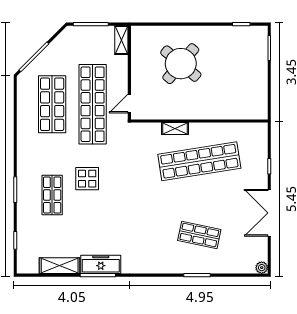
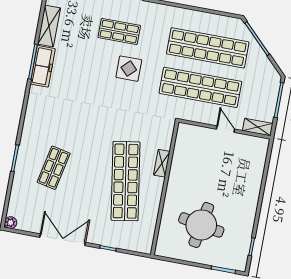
round table: (181, 64) -> (201, 225), moved, turned -30
door: (129, 103) -> (225, 129), moved
shop shelf: (52, 104) -> (208, 48), width x1.40

